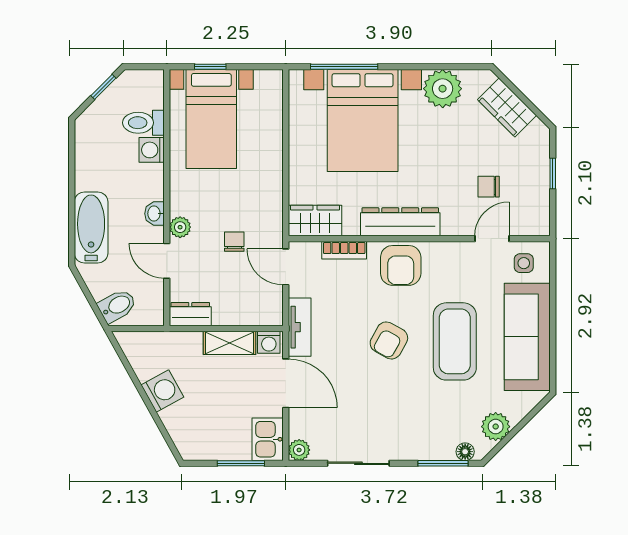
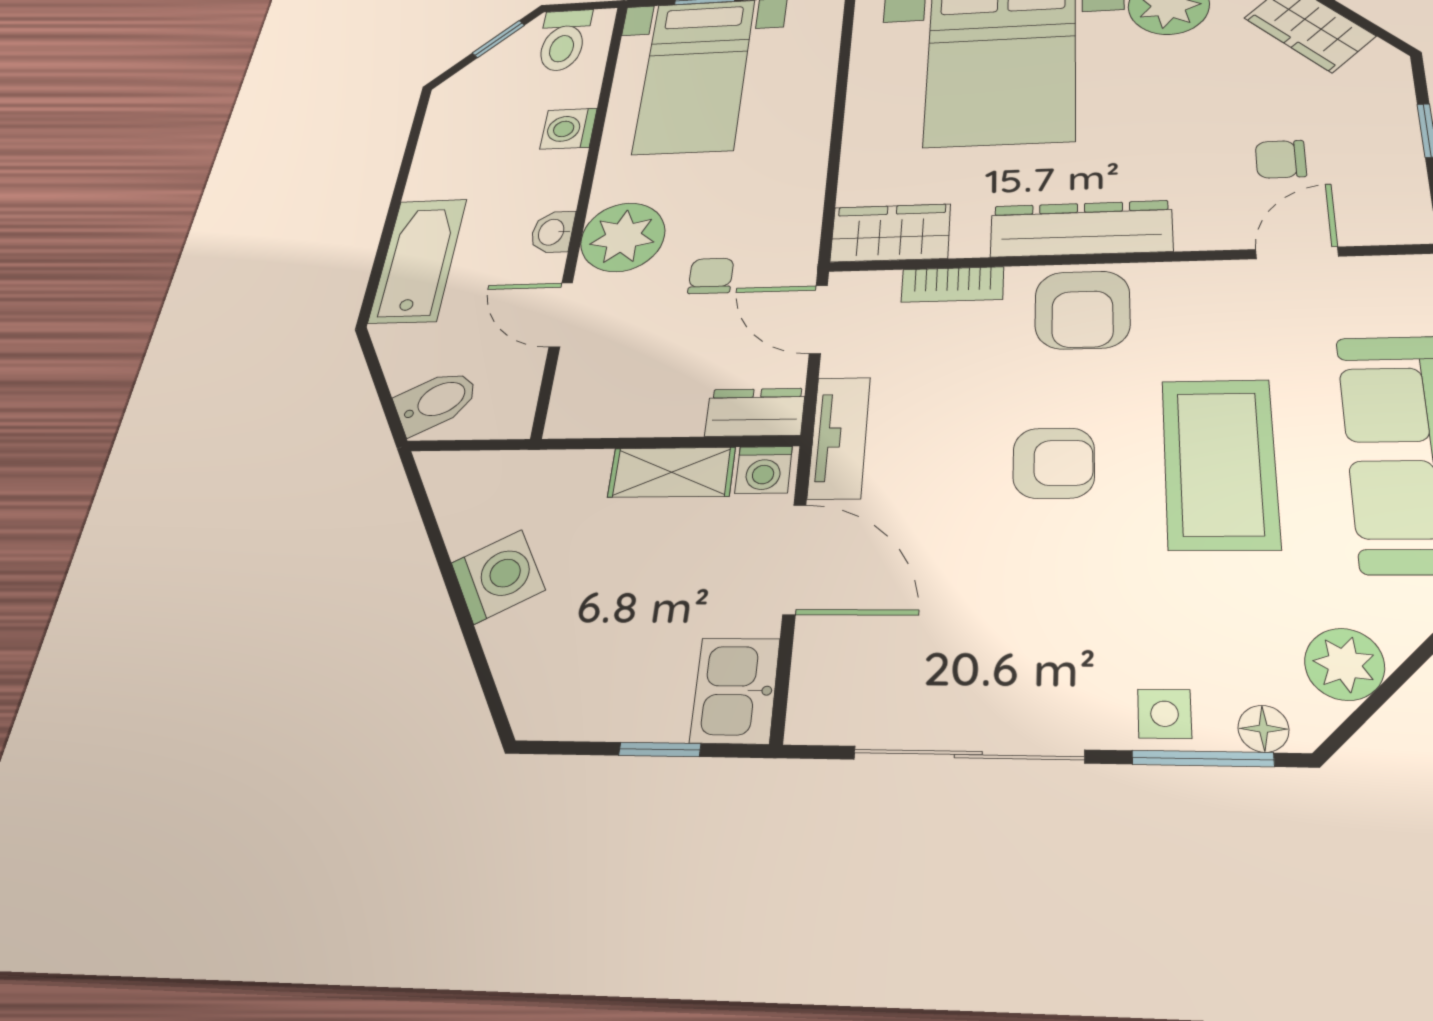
toilet: (143, 123) -> (563, 40), moved, turned -90
plant: (180, 227) -> (623, 237), width x1.87, depth x1.87
side table: (524, 263) -> (1165, 714), moved
dresser: (190, 314) -> (755, 412), moved
armchair: (389, 340) -> (1054, 463), turned -119
plant: (299, 450) -> (813, 718), removed
window: (241, 463) -> (660, 749), width x0.67
sliding door: (358, 463) -> (968, 755), width x1.37

